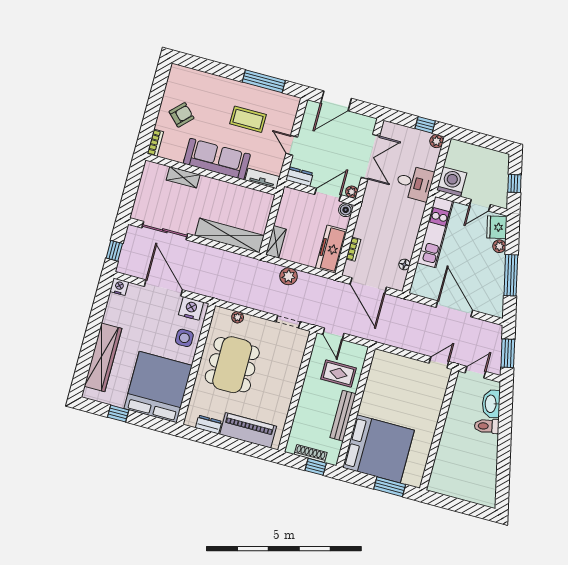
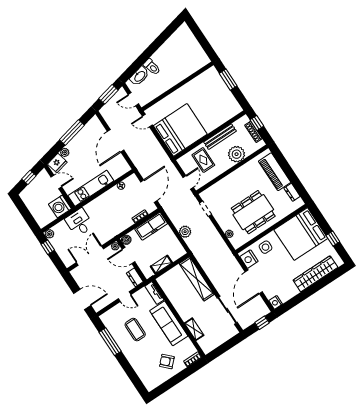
door: (292, 145) -> (125, 297), hinge flipped
shelving: (276, 242) -> (161, 264), moved
plant: (307, 412) -> (237, 154), added
bed: (378, 449) -> (180, 130), moved, turned 90

